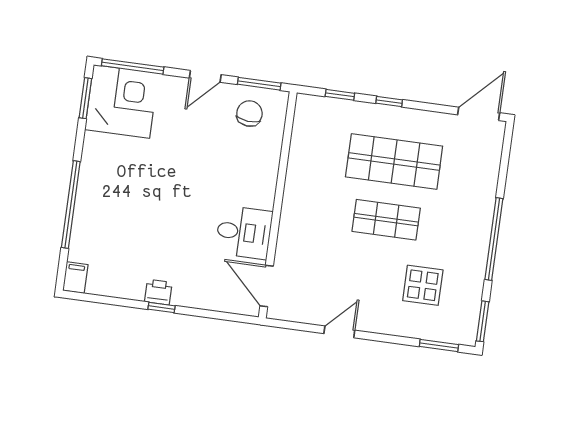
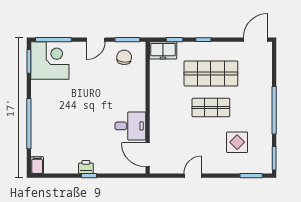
freezer: (318, 111) -> (163, 50), added

